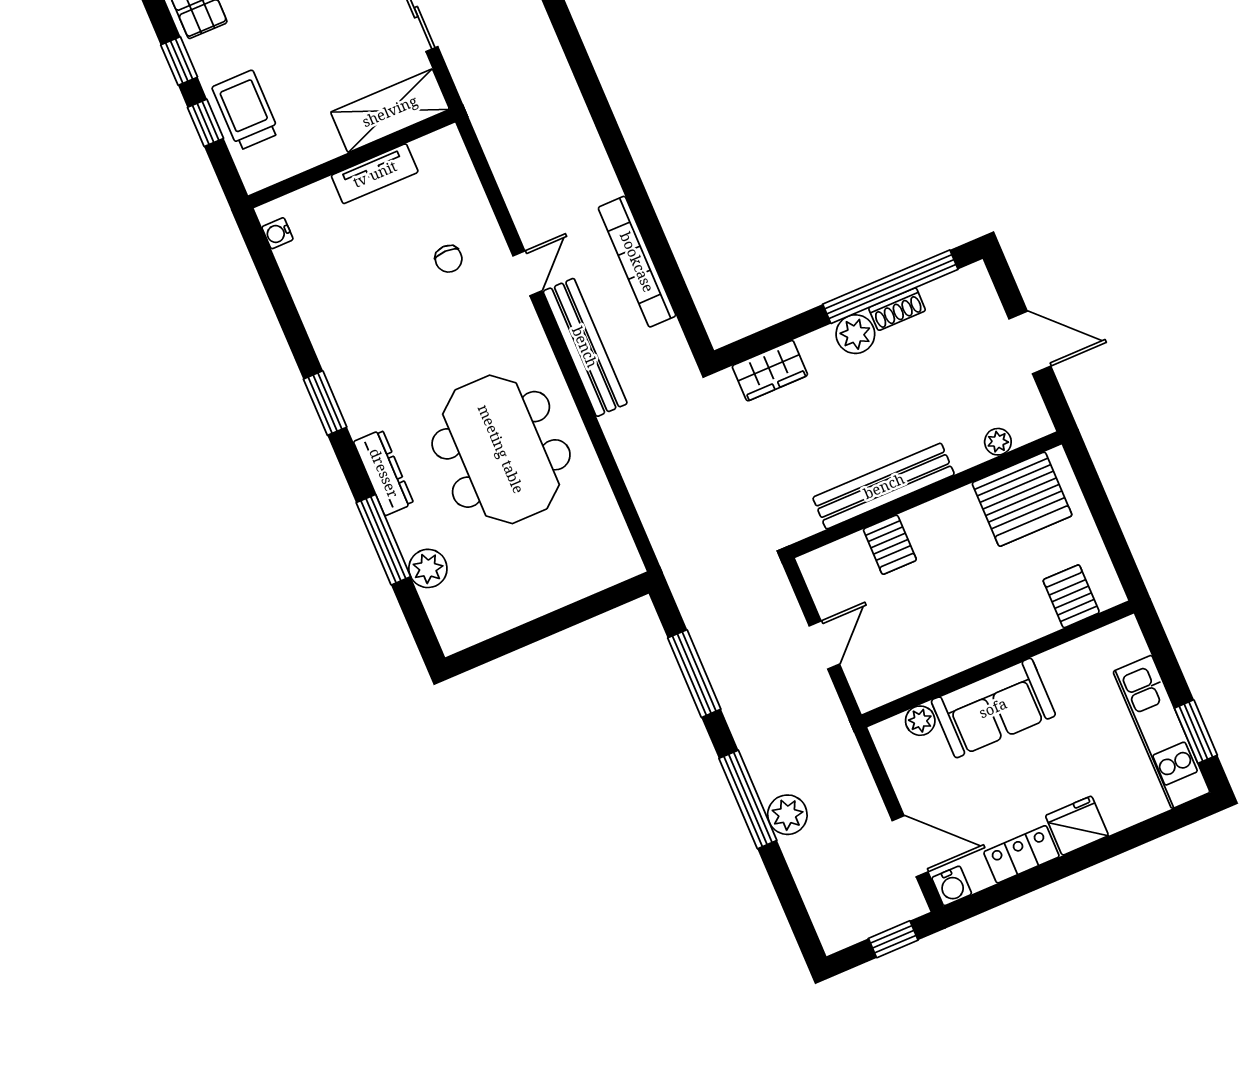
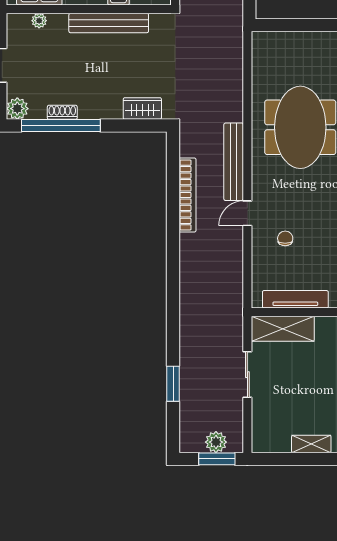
tv unit: (375, 174) -> (295, 299), width x1.41
plant: (855, 334) -> (17, 109), moved

